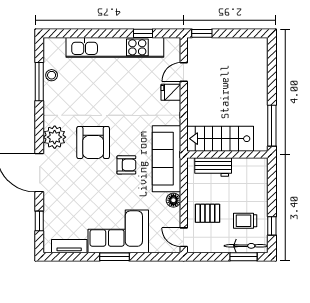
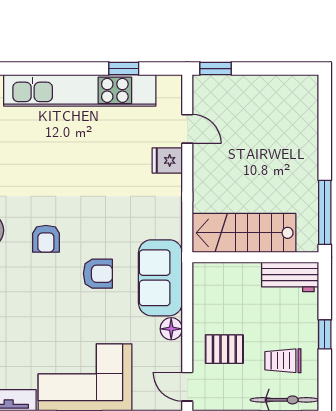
door: (184, 72) -> (187, 129), swing flipped
armchair: (93, 142) -> (46, 239), width x0.53, depth x0.53
sofa: (166, 159) -> (160, 278), width x0.73
workbench: (213, 167) -> (290, 277), moved
window: (272, 226) -> (325, 334), moved

